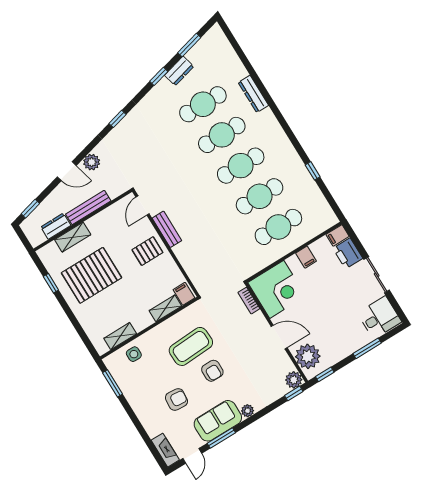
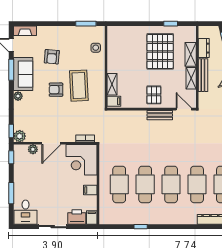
shelving: (120, 336) -> (191, 78), moved
plant: (308, 356) -> (33, 149), width x0.53, depth x0.53

